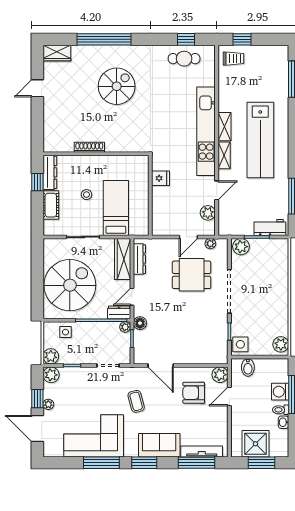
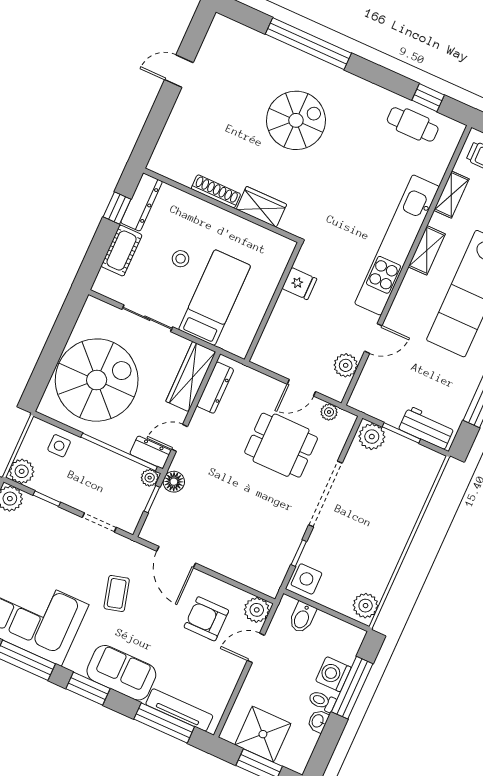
wardrobe: (57, 53) -> (261, 207), moved, turned 180
shelving: (224, 155) -> (451, 195), moved

